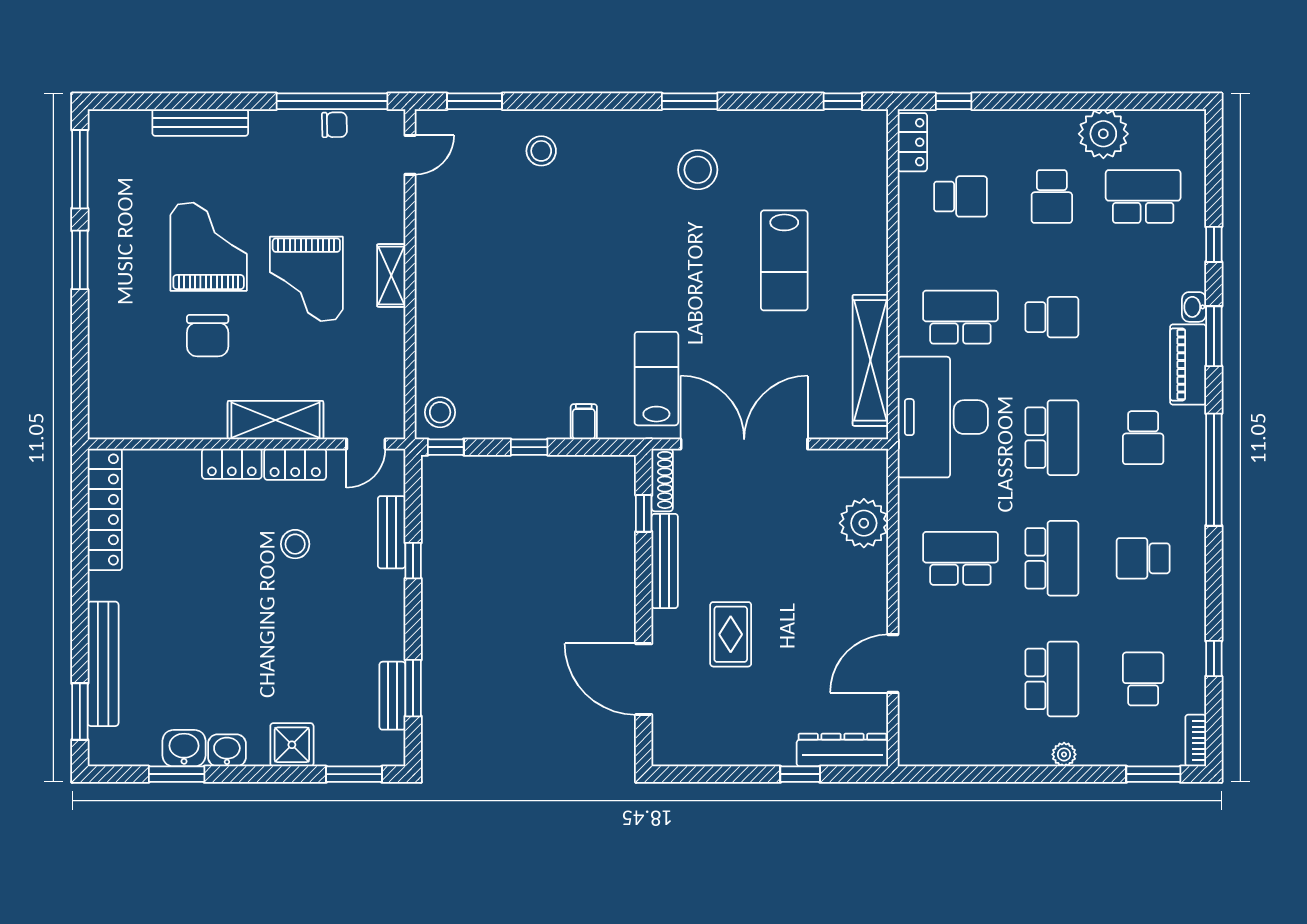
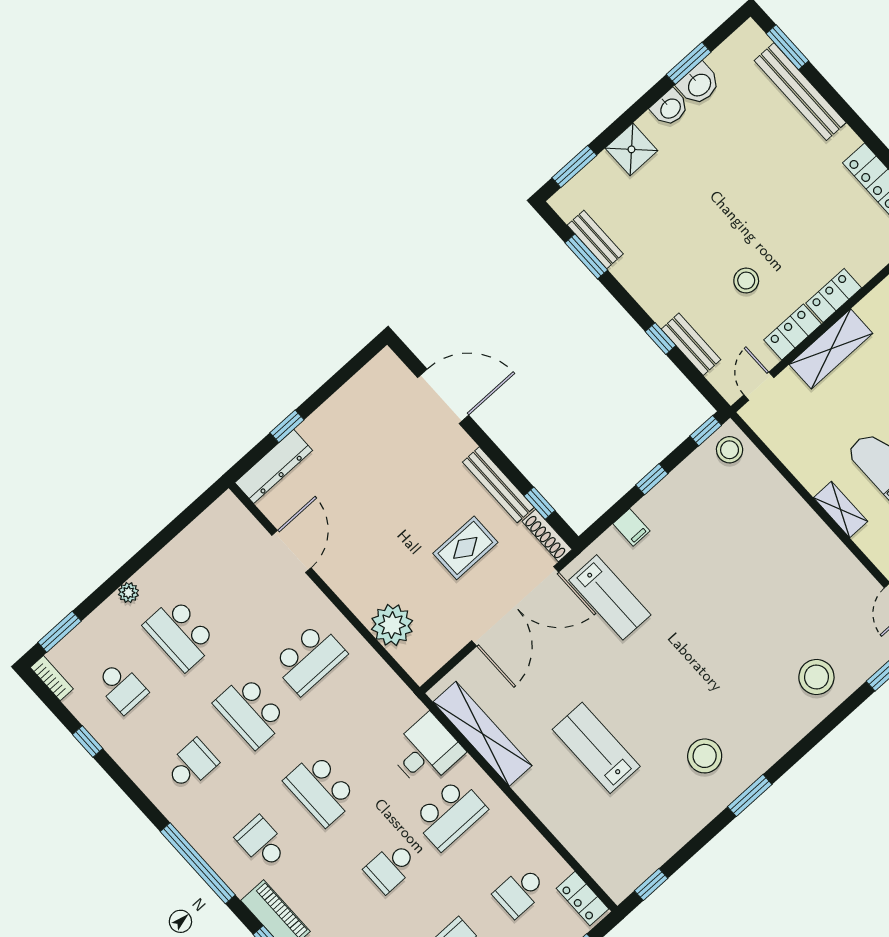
stool: (541, 151) -> (816, 677), width x1.38, depth x1.38
desk: (943, 417) -> (426, 751), width x0.53, depth x0.77
rug: (731, 634) -> (465, 548), moved, turned 90

